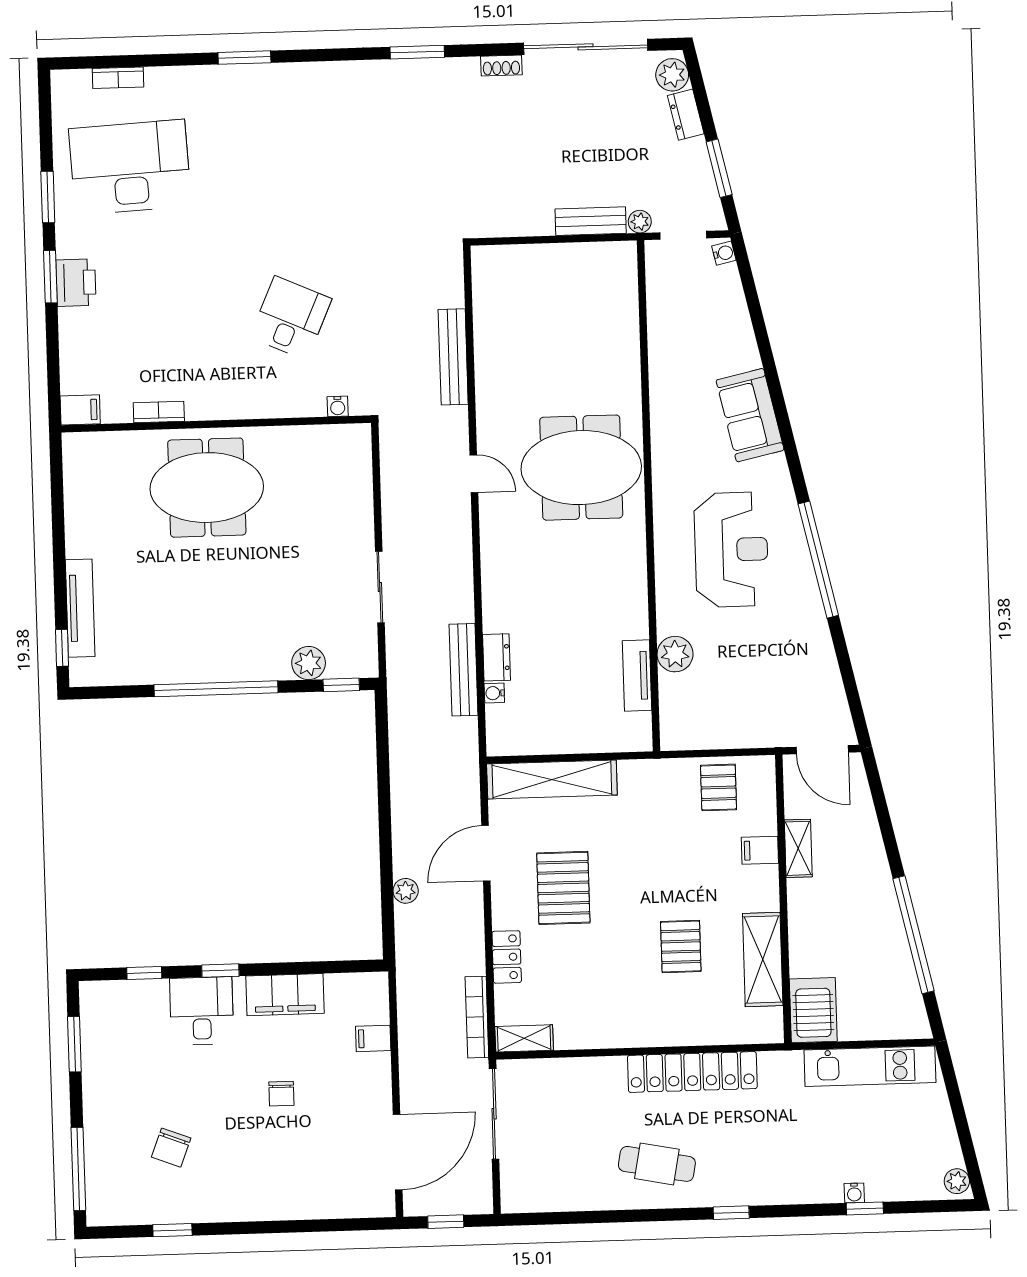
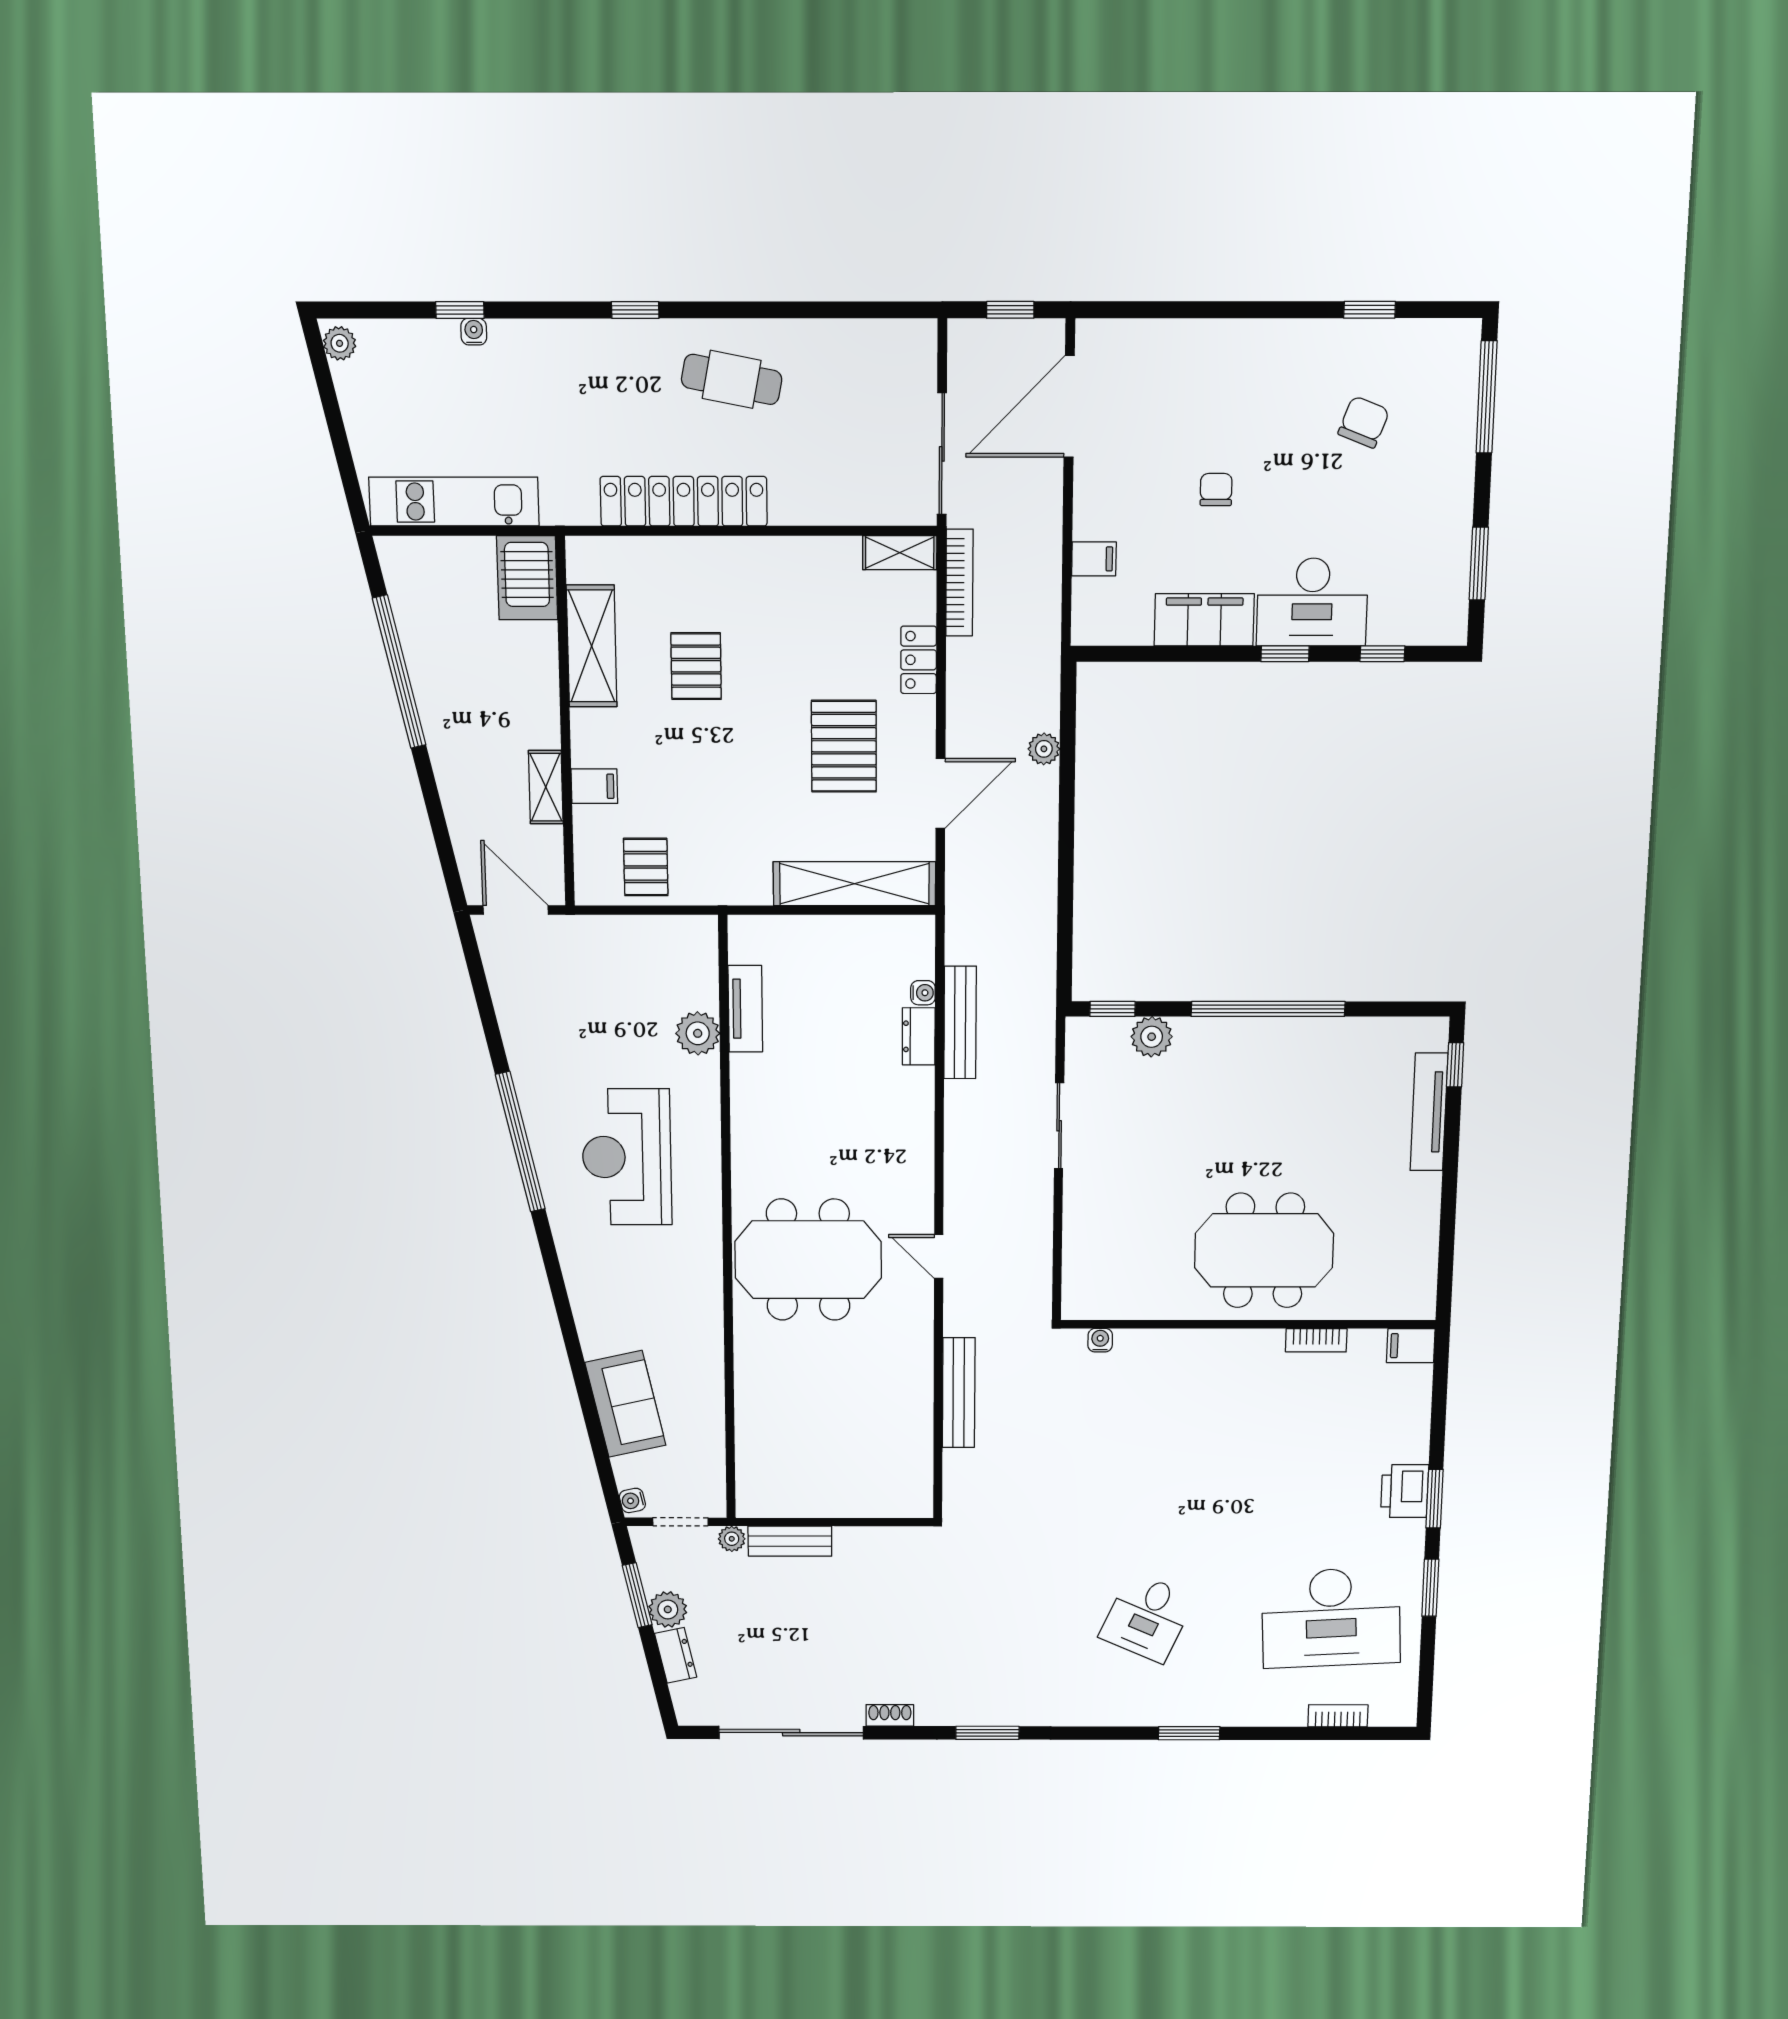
plant: (672, 75) -> (668, 1609), moved
desk: (291, 318) -> (1147, 1617), moved
sofa: (750, 415) -> (625, 1404), moved
desk: (202, 1011) -> (1312, 602), width x1.37

